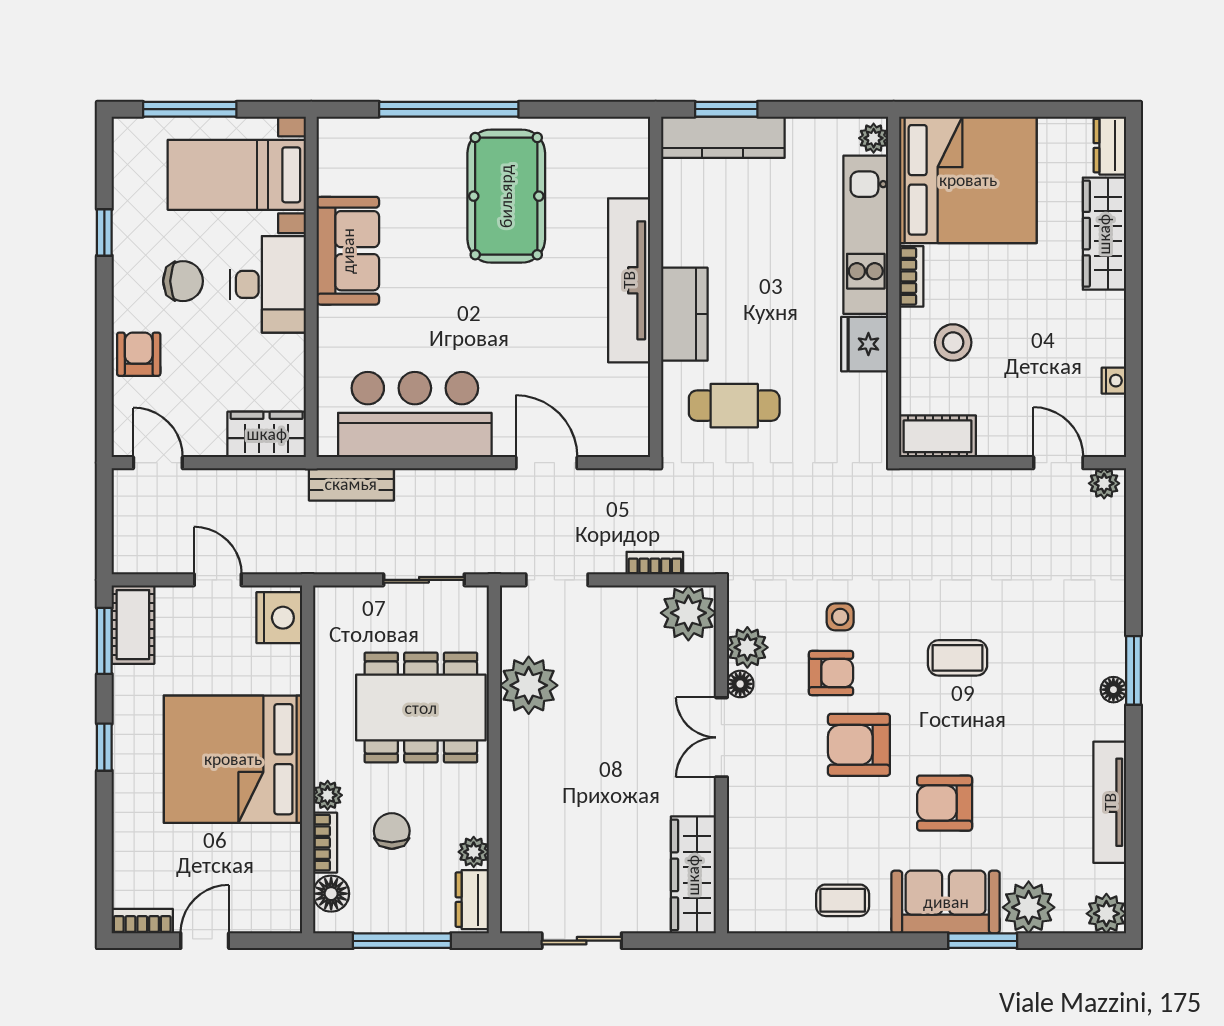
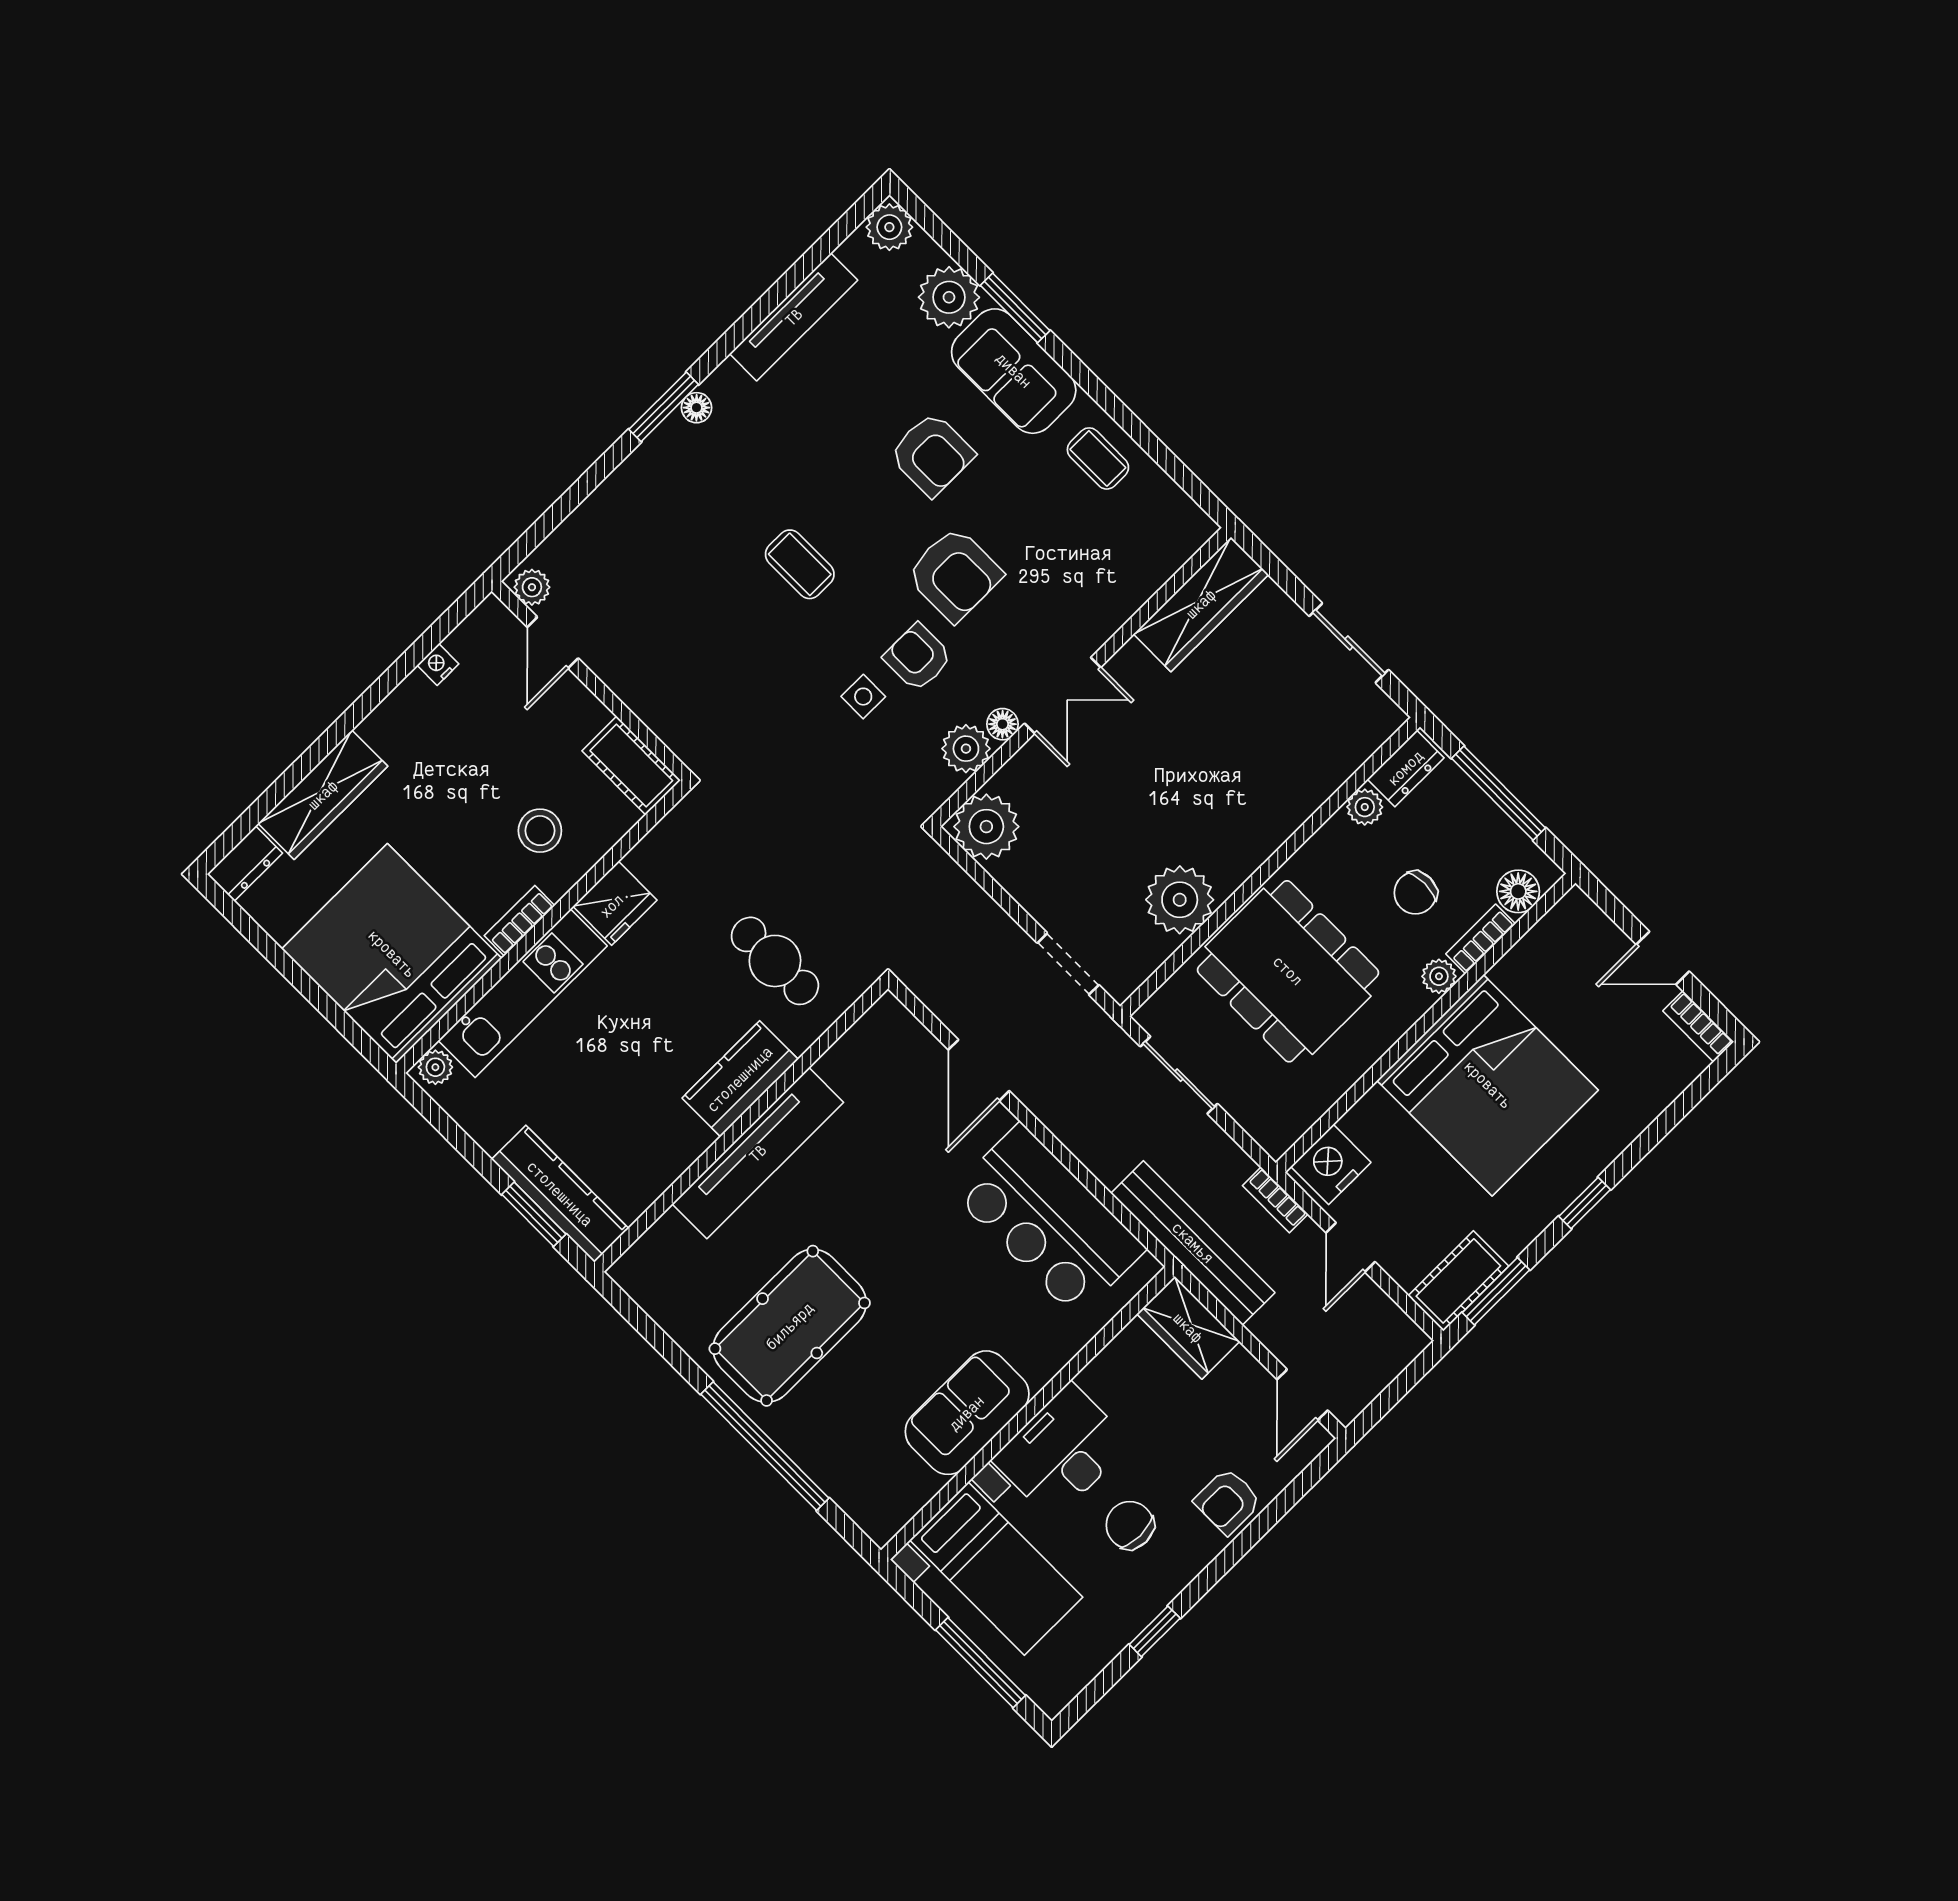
bench: (351, 484) -> (1193, 1243), width x1.86, depth x1.21
bookcase: (655, 563) -> (1275, 1200), moved

